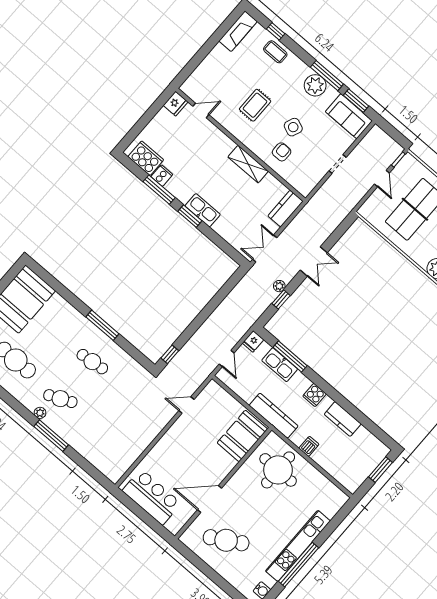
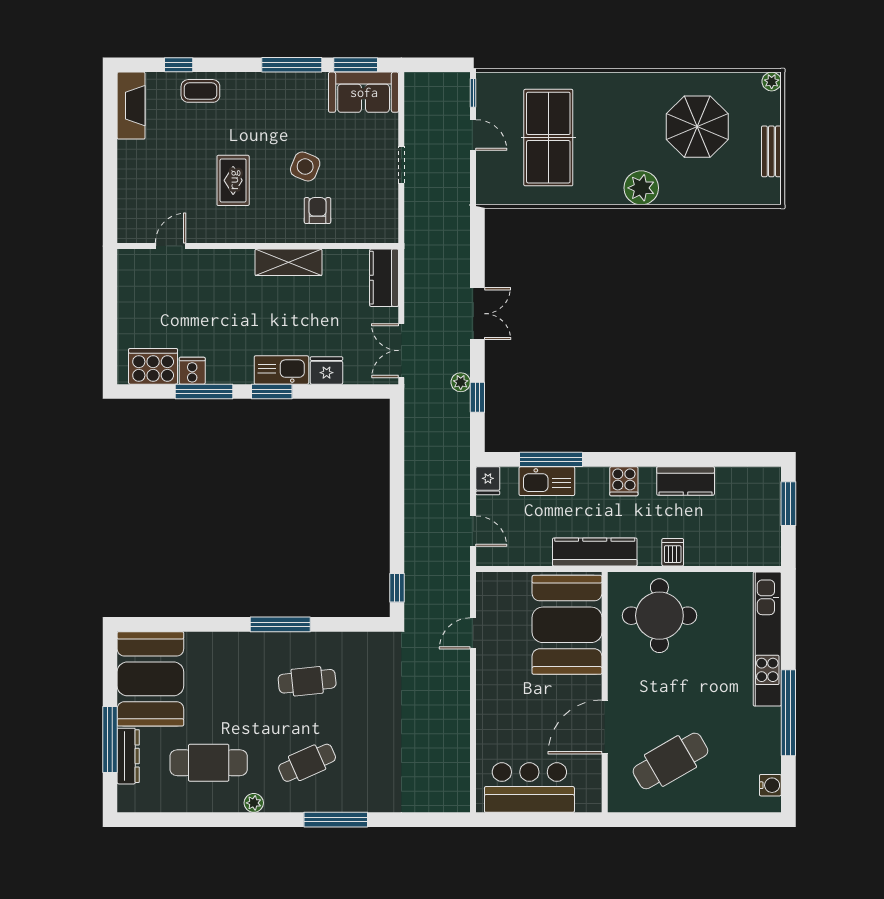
plant: (315, 85) -> (287, 90), removed
fridge: (176, 104) -> (327, 370), moved, turned -90
plant: (40, 413) -> (254, 803), moved
booth: (242, 436) -> (567, 625), width x1.36, depth x1.42
kitchen unit: (298, 546) -> (767, 639), moved

